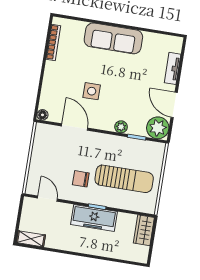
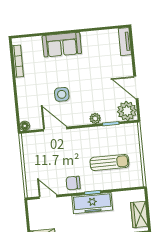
sofa: (113, 38) -> (62, 45), width x0.73
tv unit: (173, 68) -> (125, 42), moved
chair: (81, 179) -> (73, 183), moved
sun lounger: (124, 179) -> (109, 162), width x0.73, depth x0.75
wardrobe: (144, 230) -> (139, 214), moved

